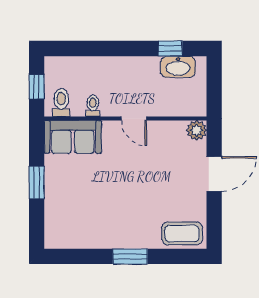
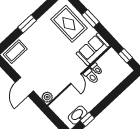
toilet: (61, 103) -> (91, 76), moved
door: (134, 118) -> (76, 79), swing flipped
rug: (73, 203) -> (69, 24), added

